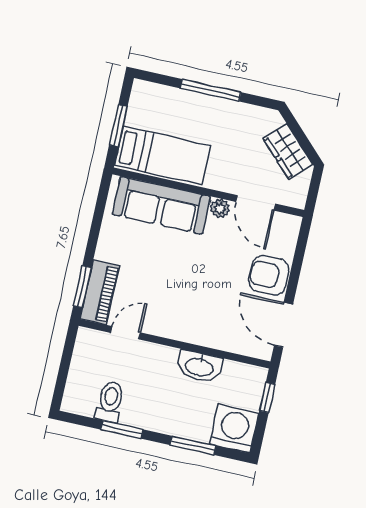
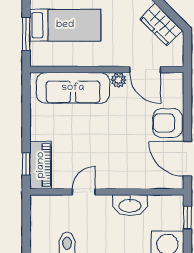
bed: (163, 156) -> (65, 25), moved
window: (82, 287) -> (26, 164), width x0.67
door: (125, 333) -> (84, 192), moved

